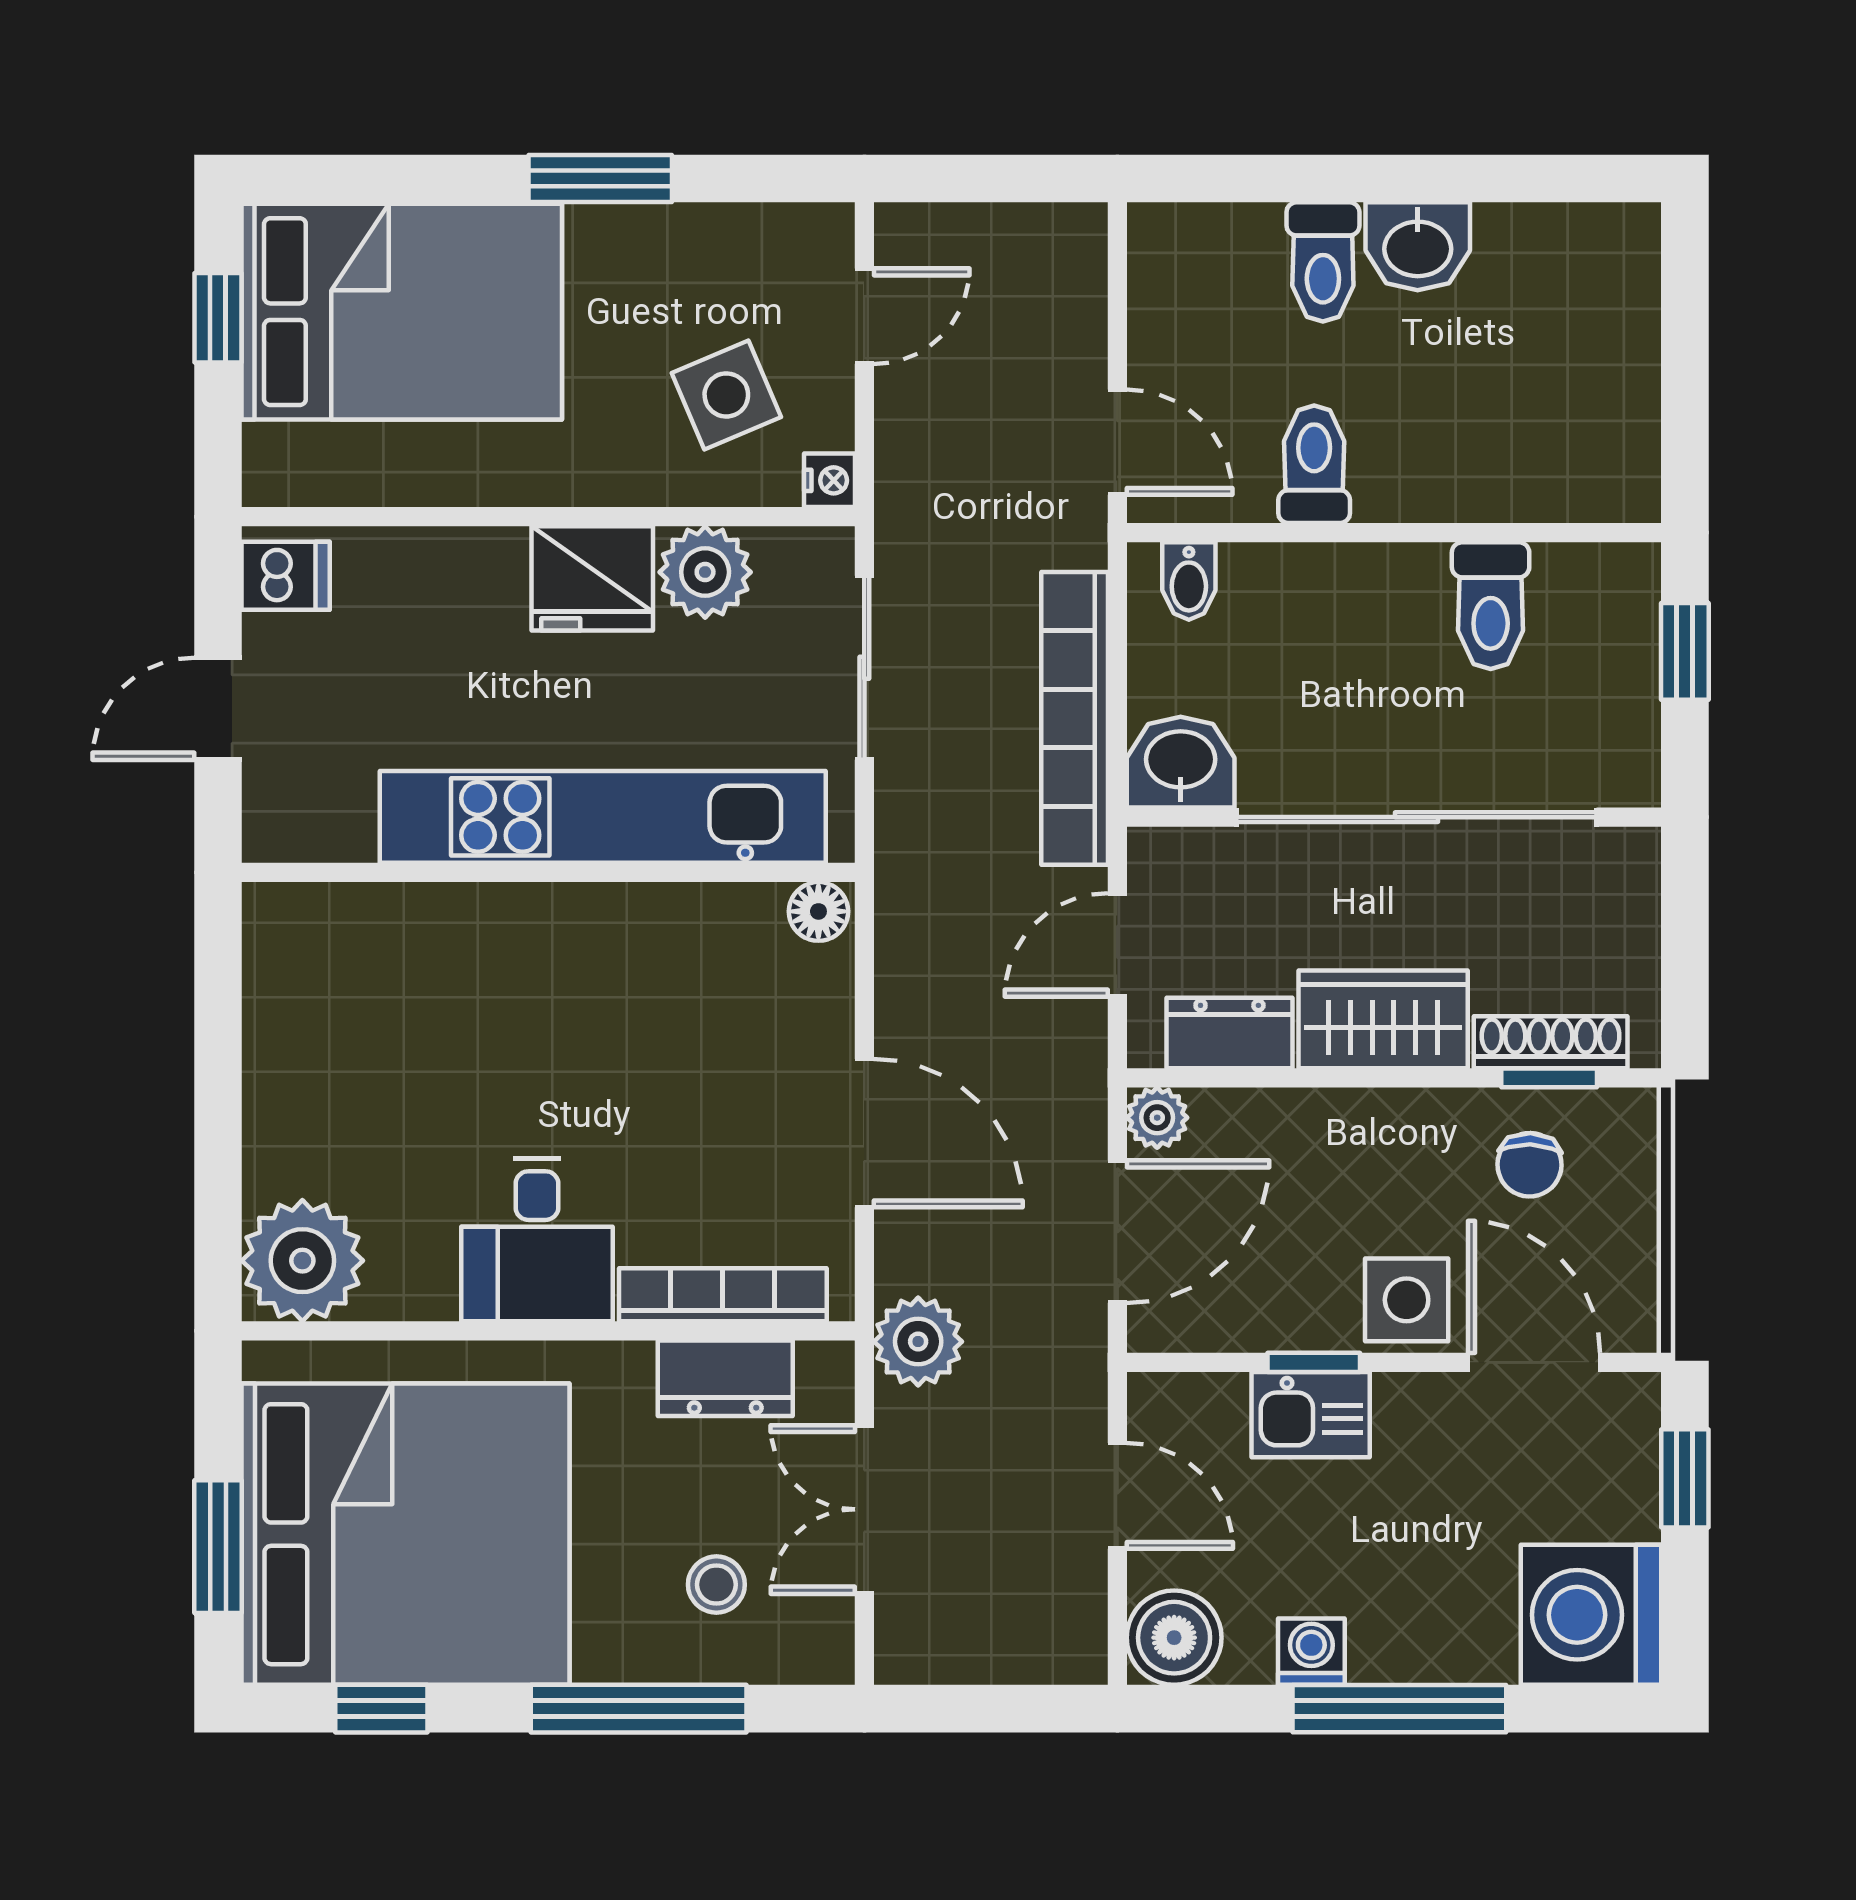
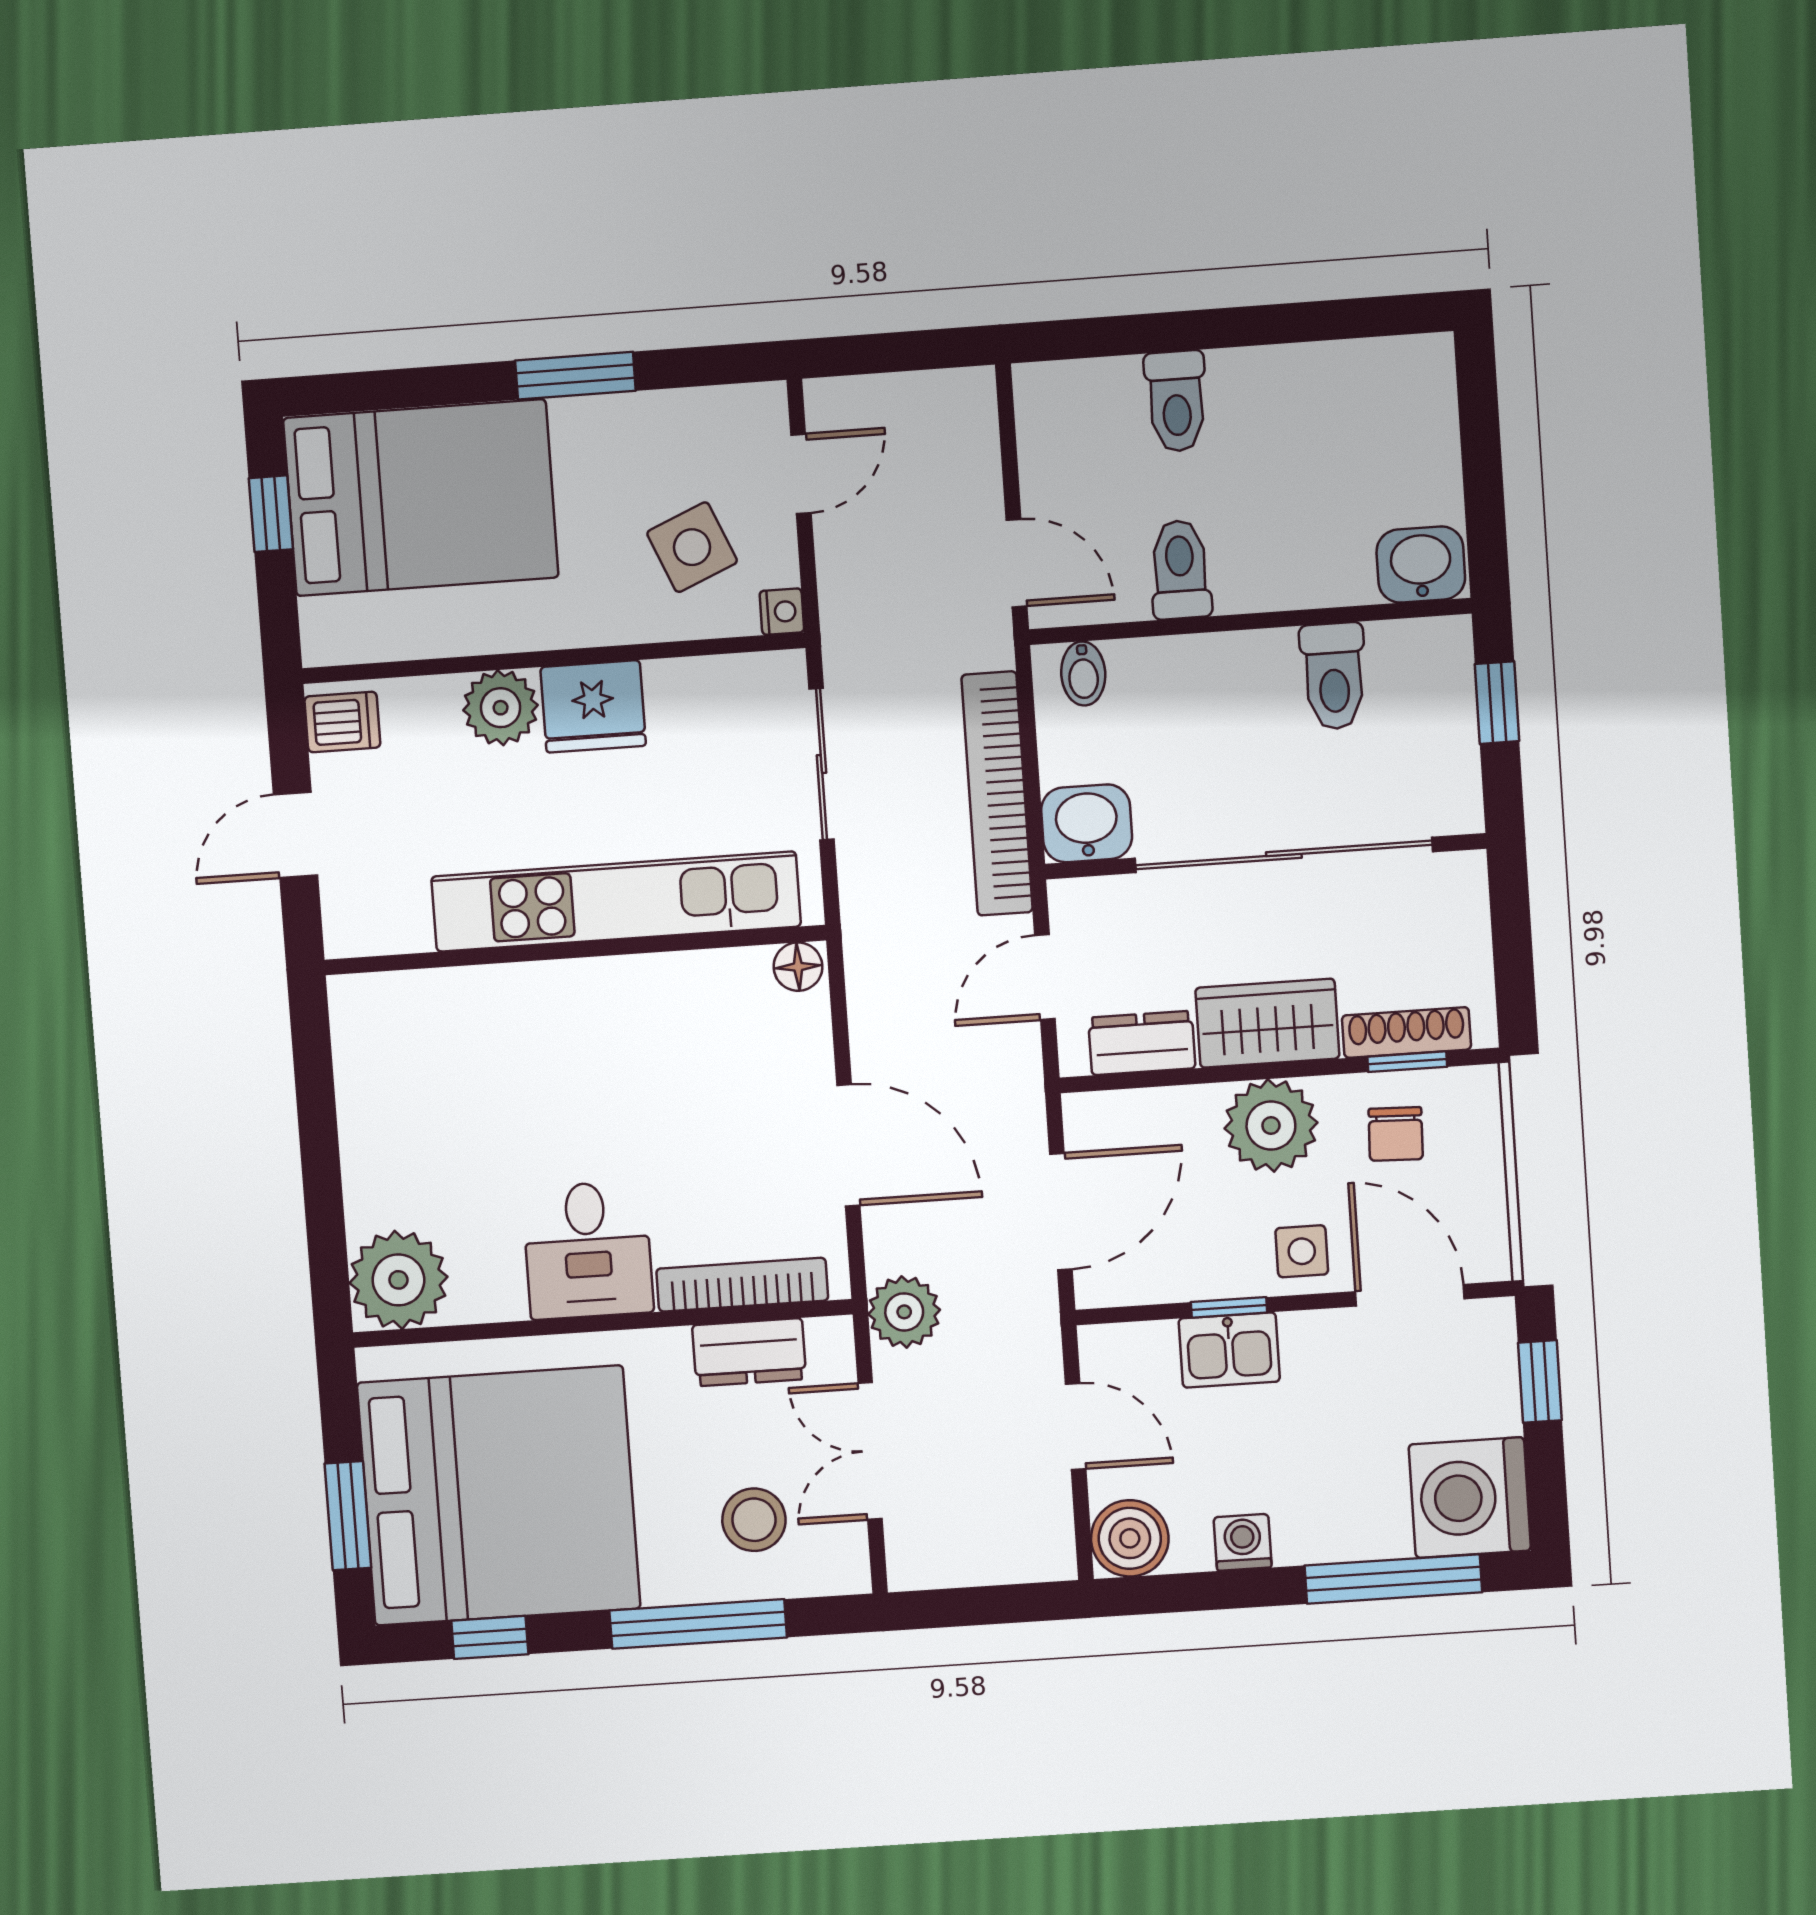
washbasin: (1418, 246) -> (1421, 565), moved, turned 180
plant: (705, 572) -> (501, 708), moved
plant: (1157, 1118) -> (1271, 1125), moved, width x1.87, depth x1.87
side table: (1407, 1300) -> (1302, 1251), width x0.73, depth x0.73
stool: (716, 1585) -> (754, 1520), width x1.37, depth x1.37
window: (1399, 1709) -> (1393, 1579), moved

